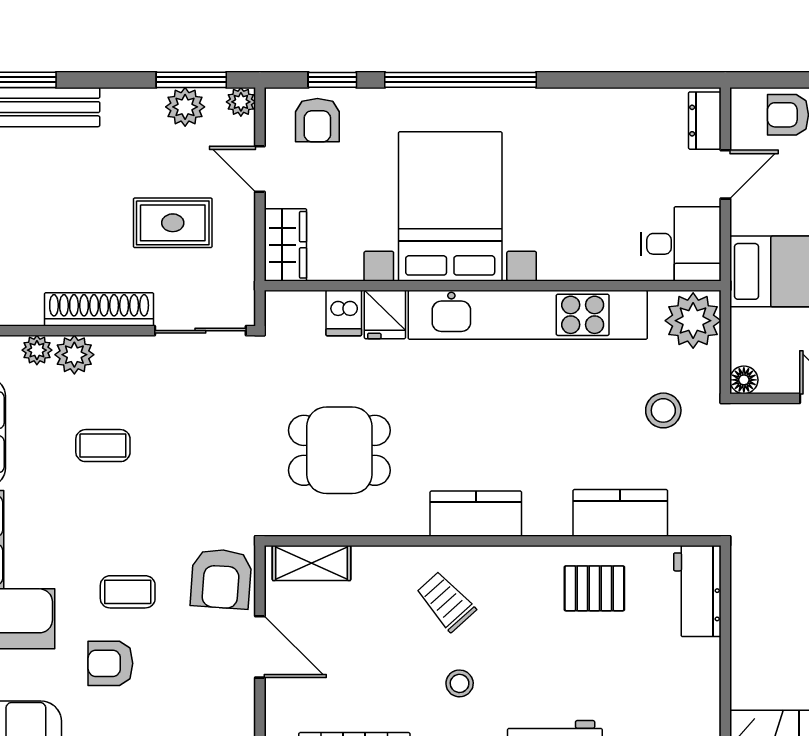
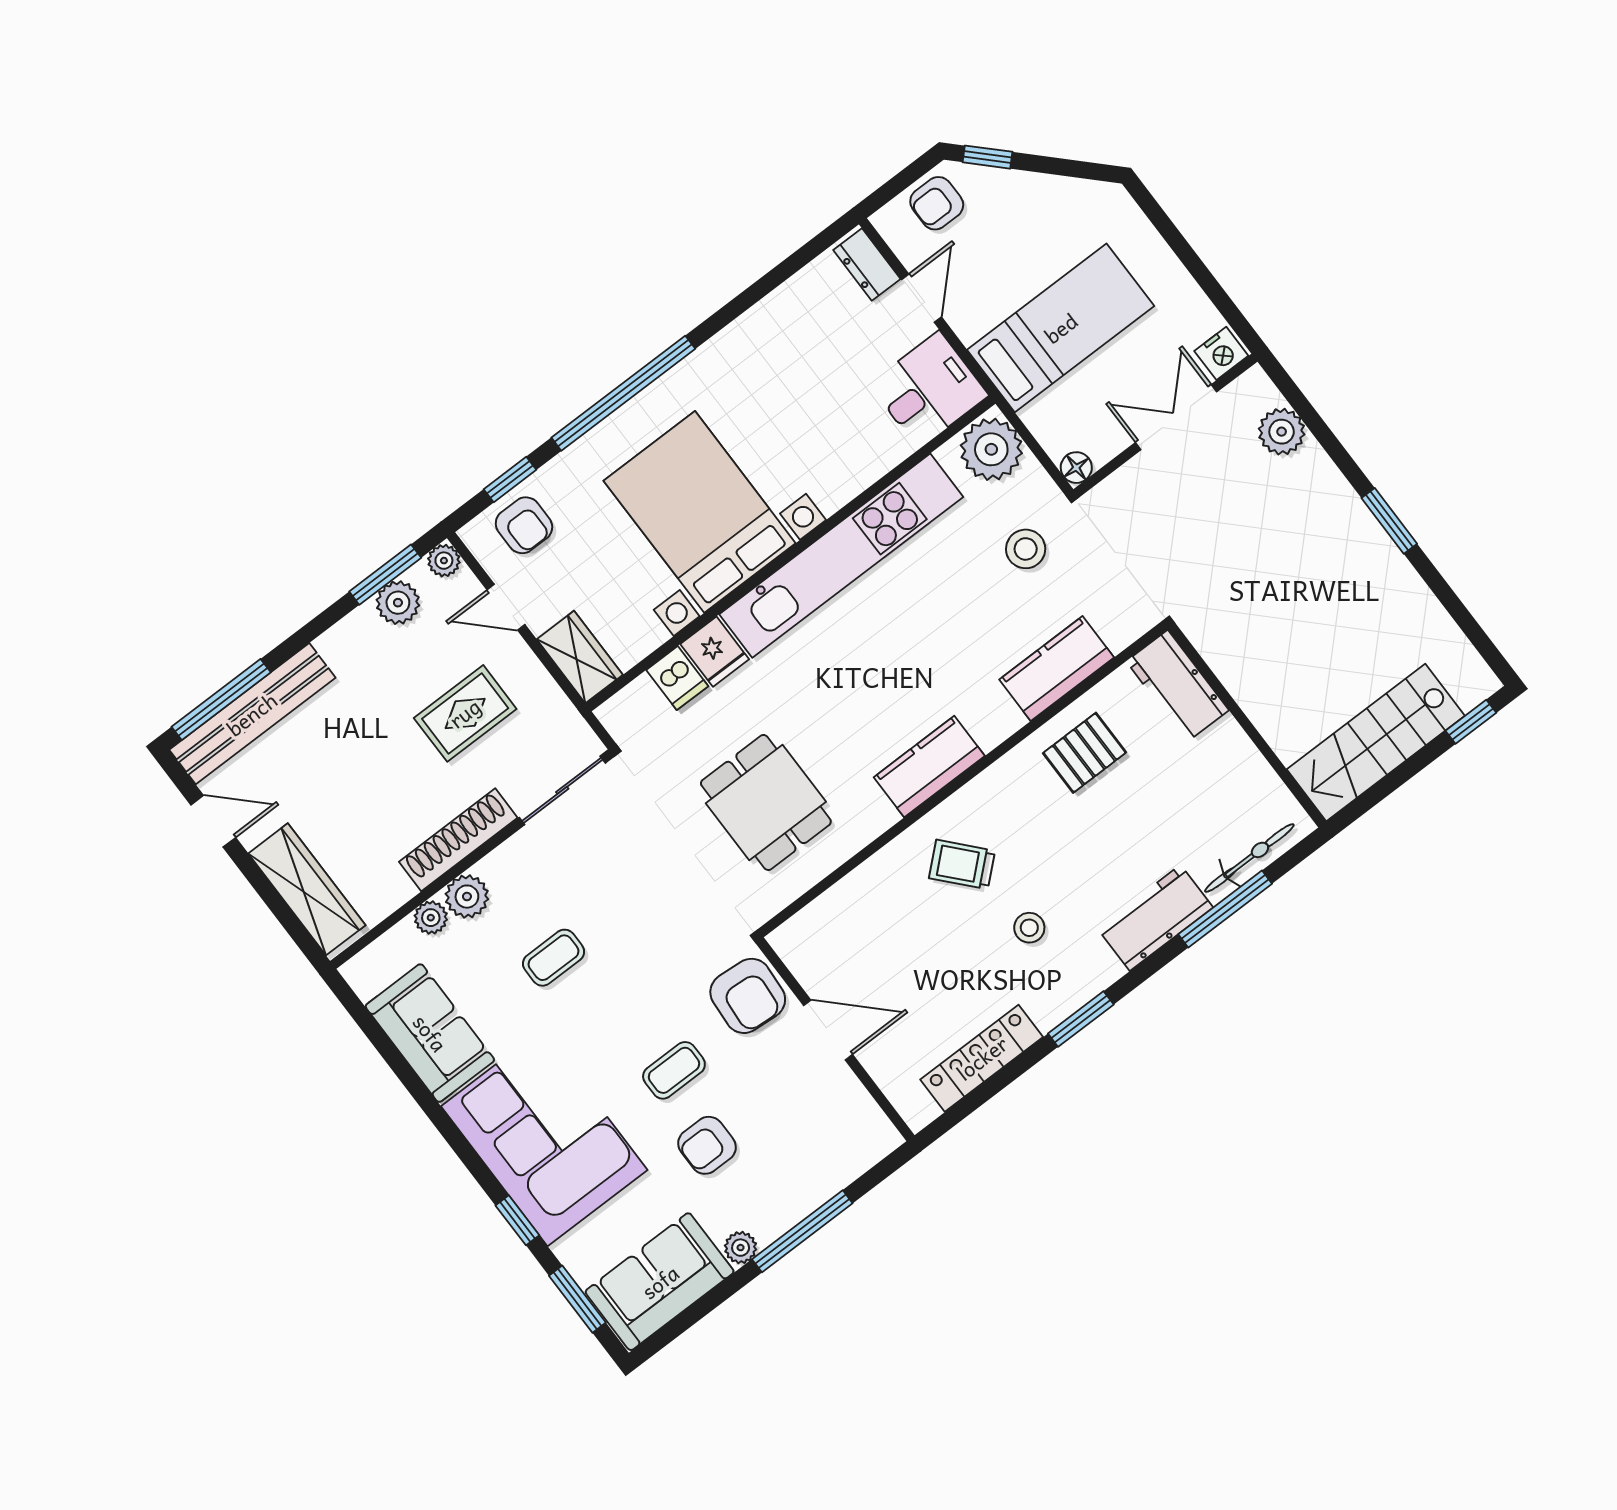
dining table: (339, 450) -> (766, 802), turned 90
shelving: (312, 563) -> (817, 921), removed

